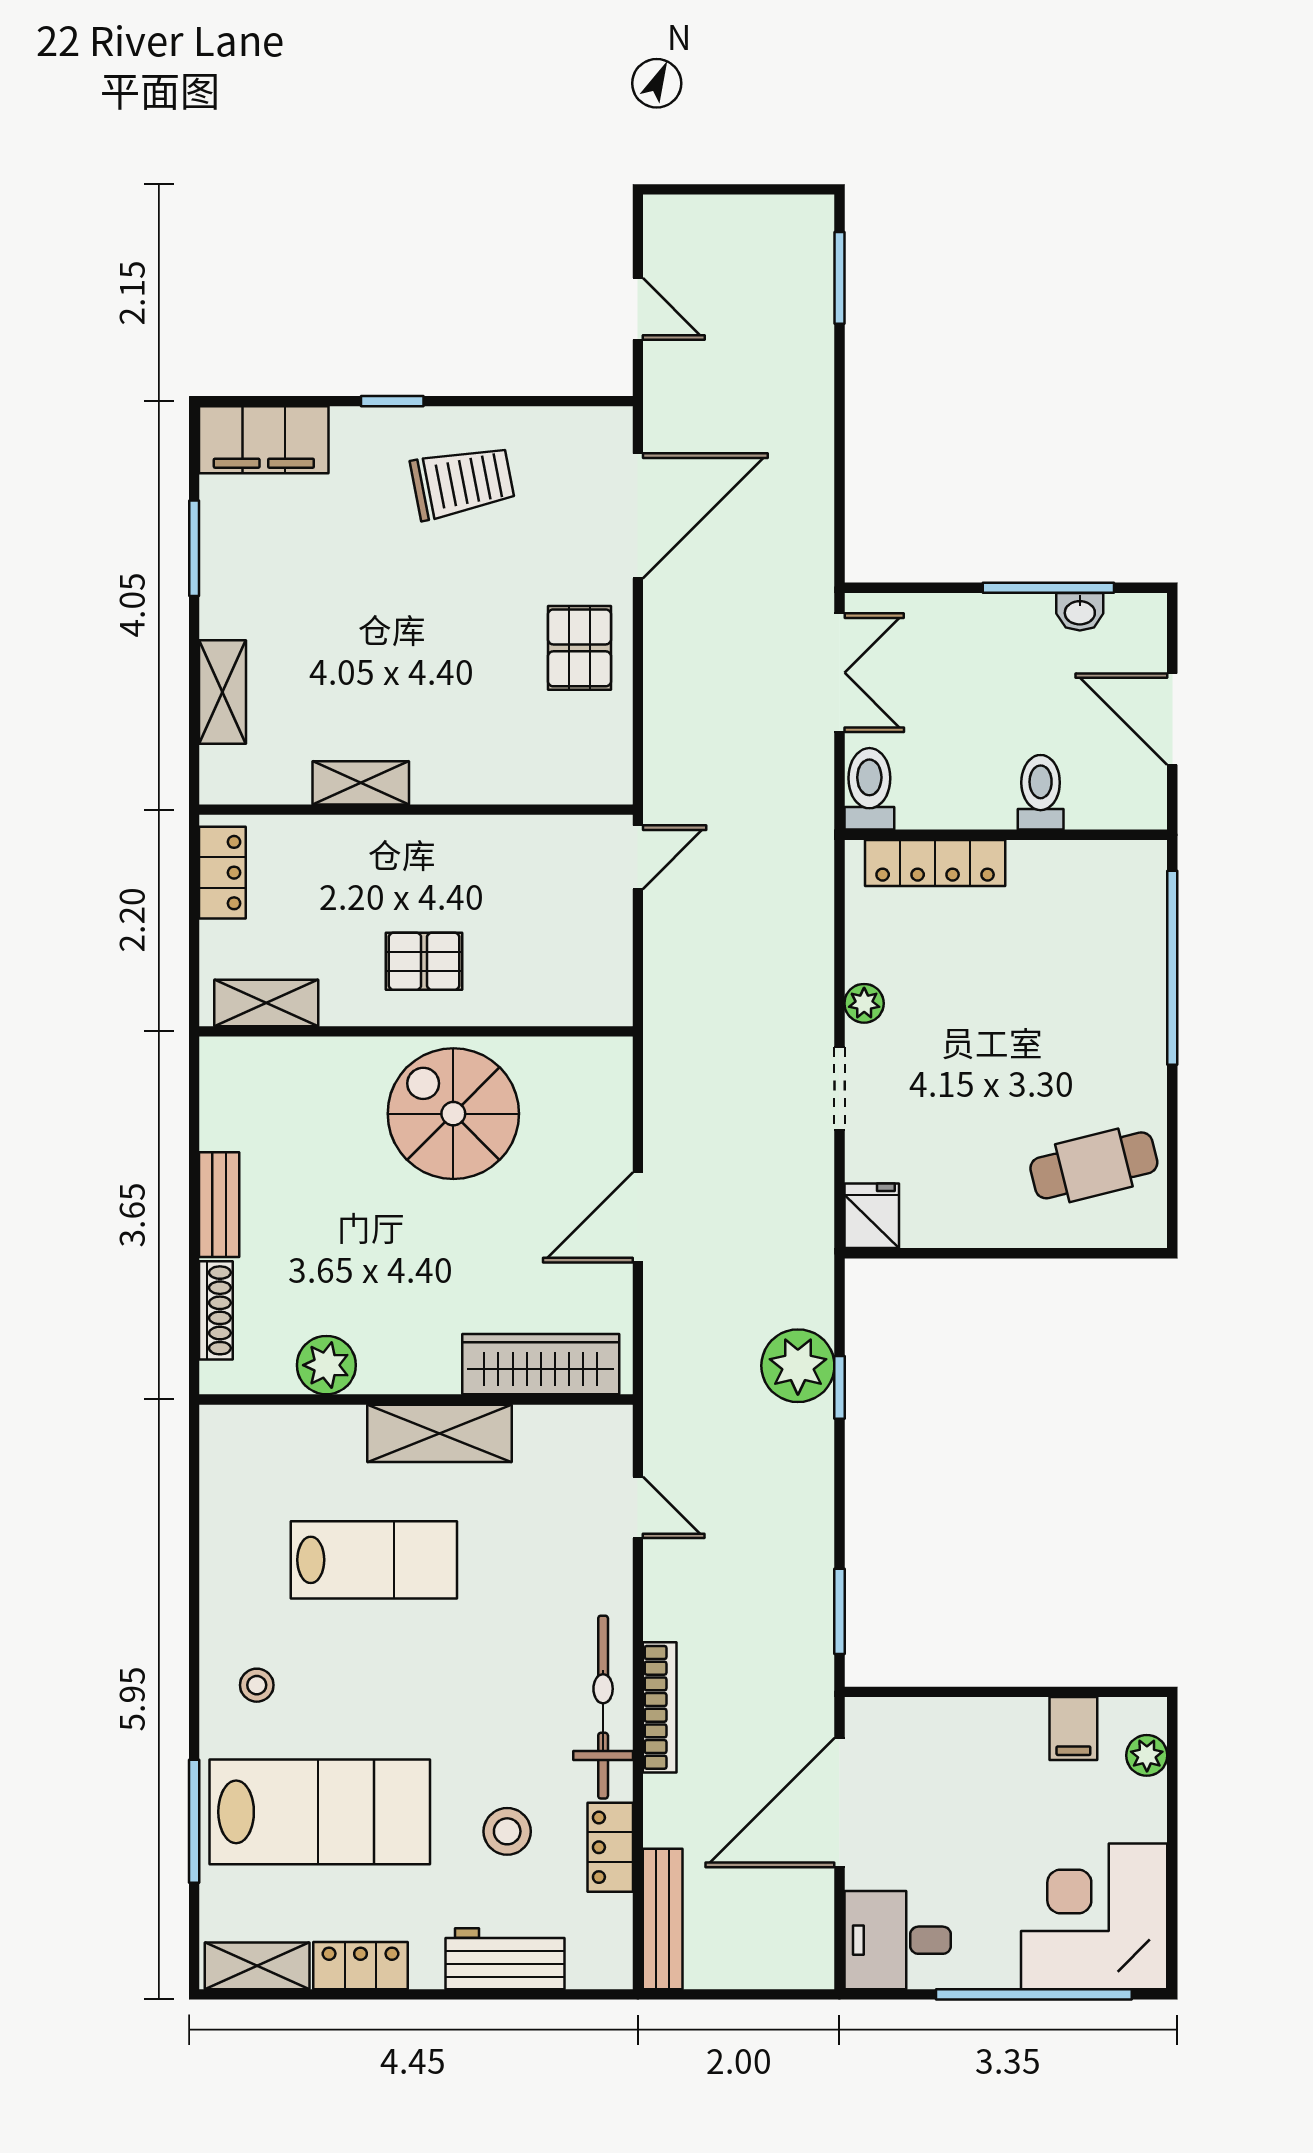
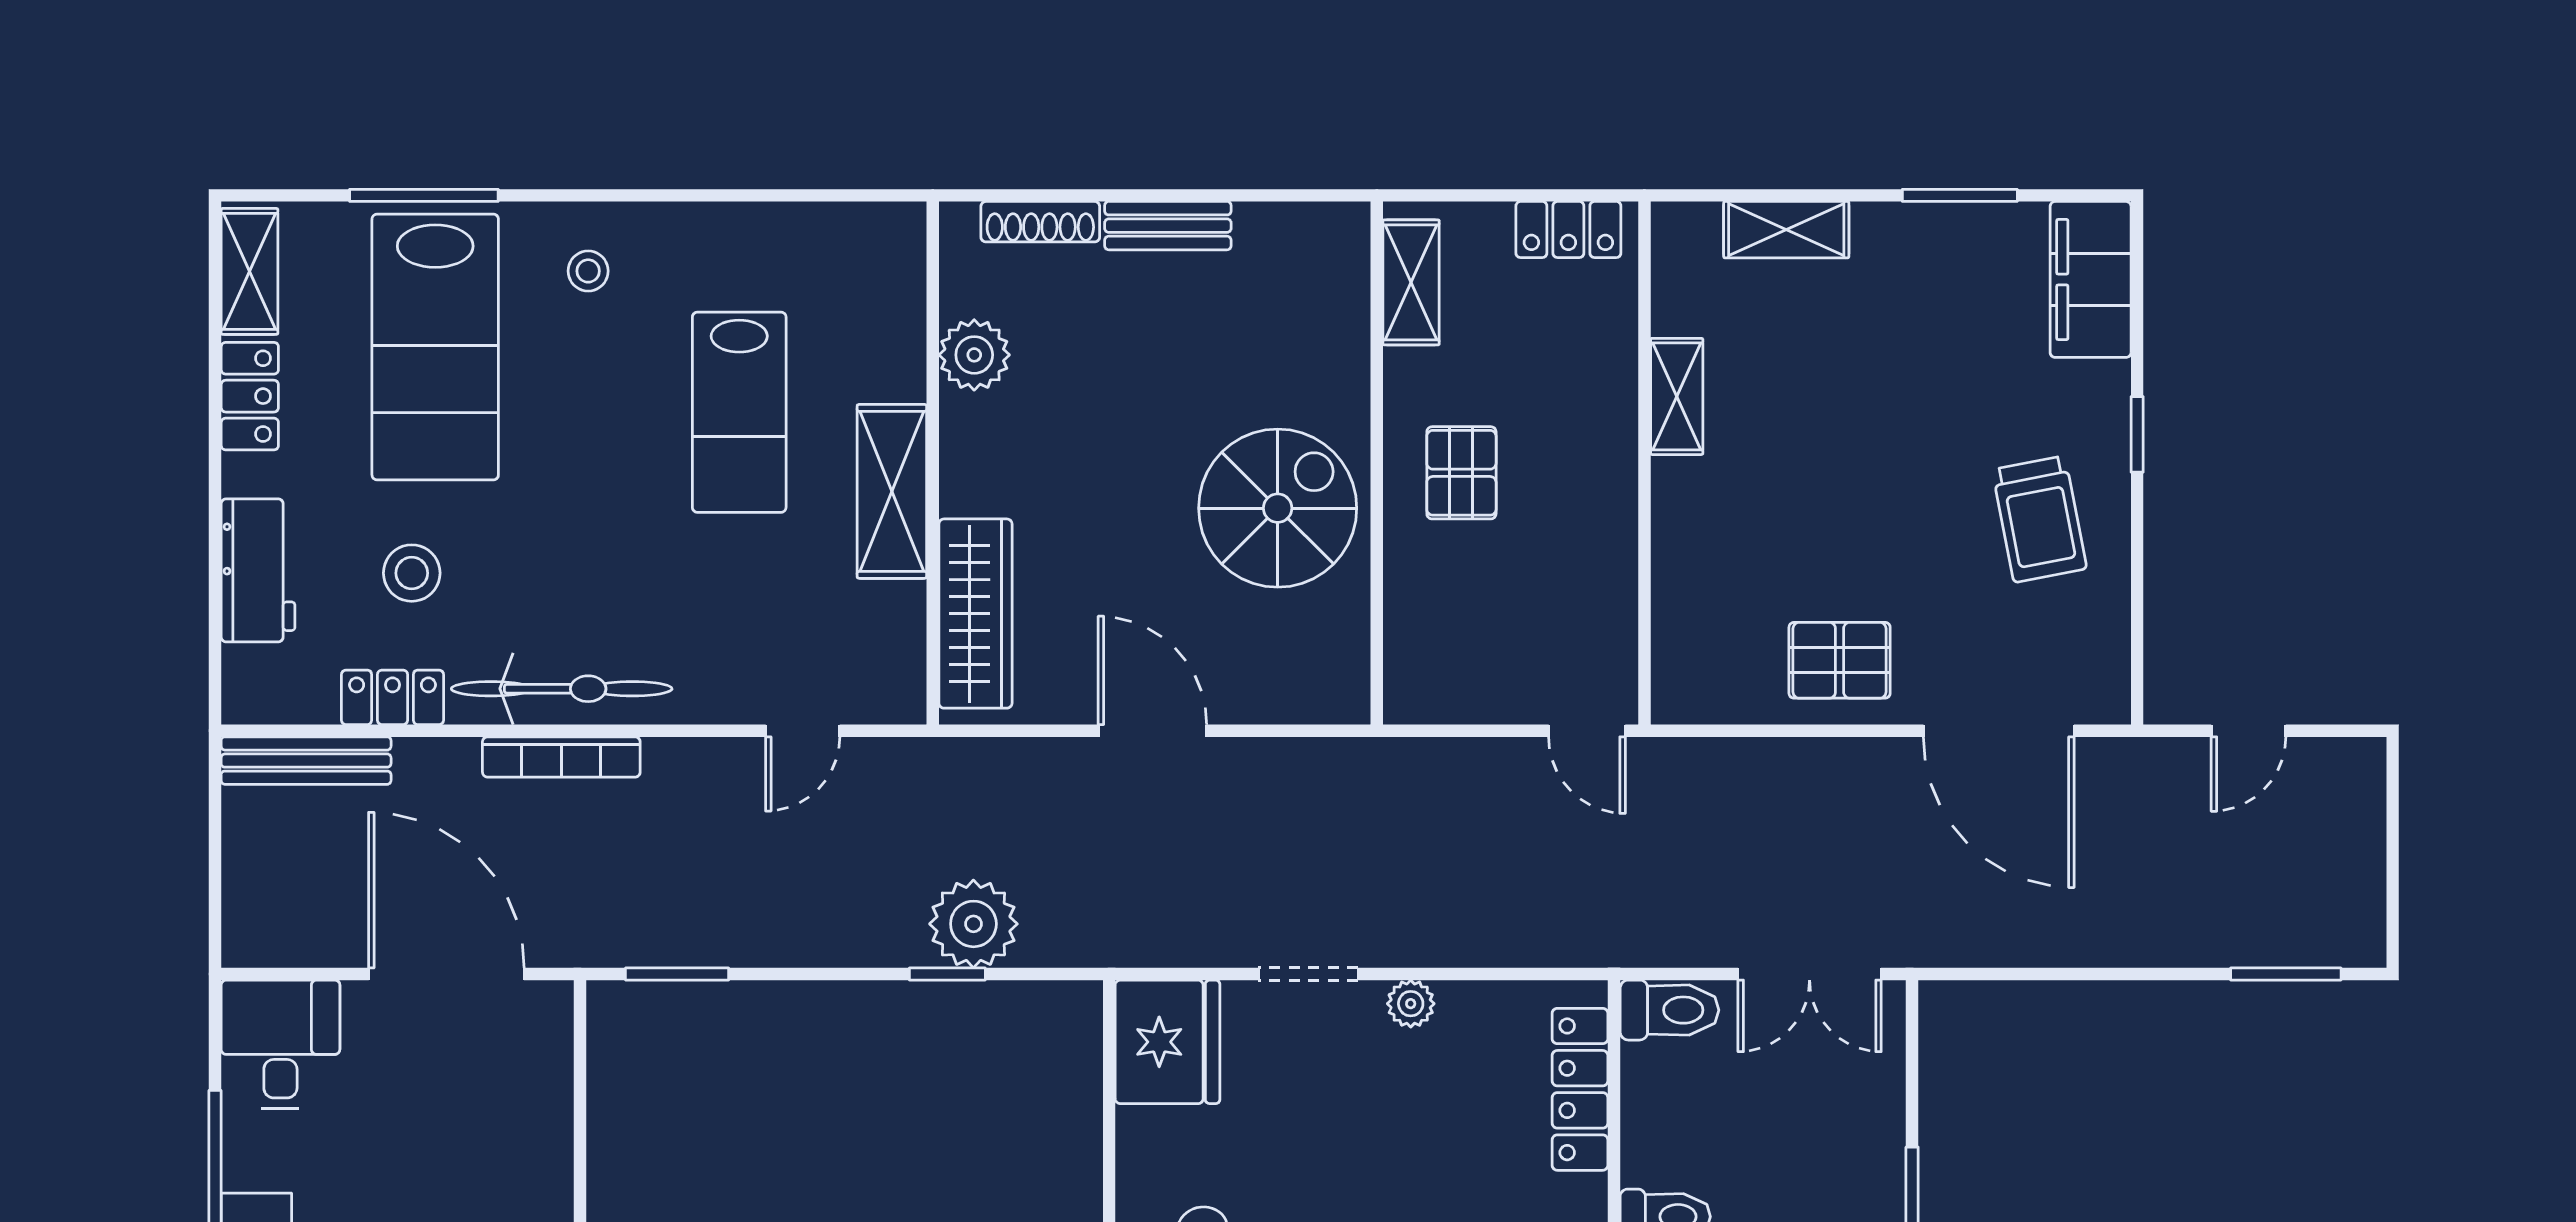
fridge: (872, 1216) -> (1168, 1042), width x1.88, depth x1.34

